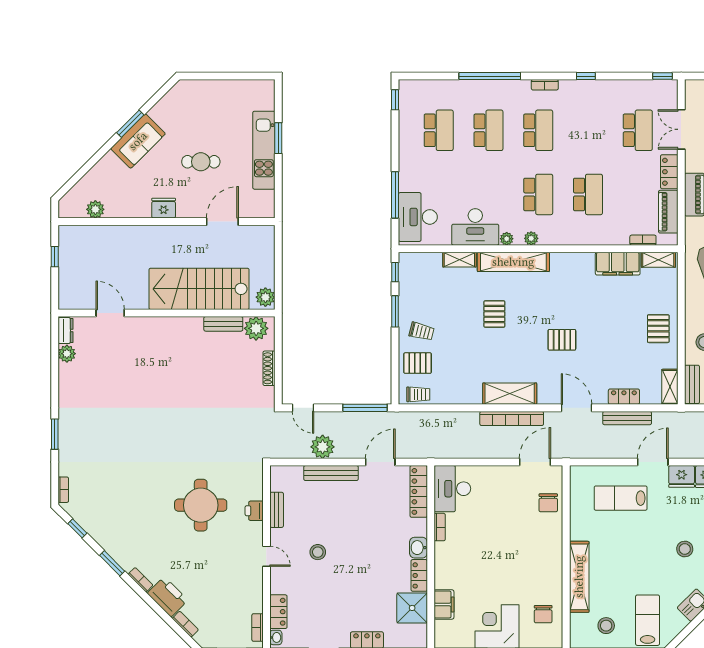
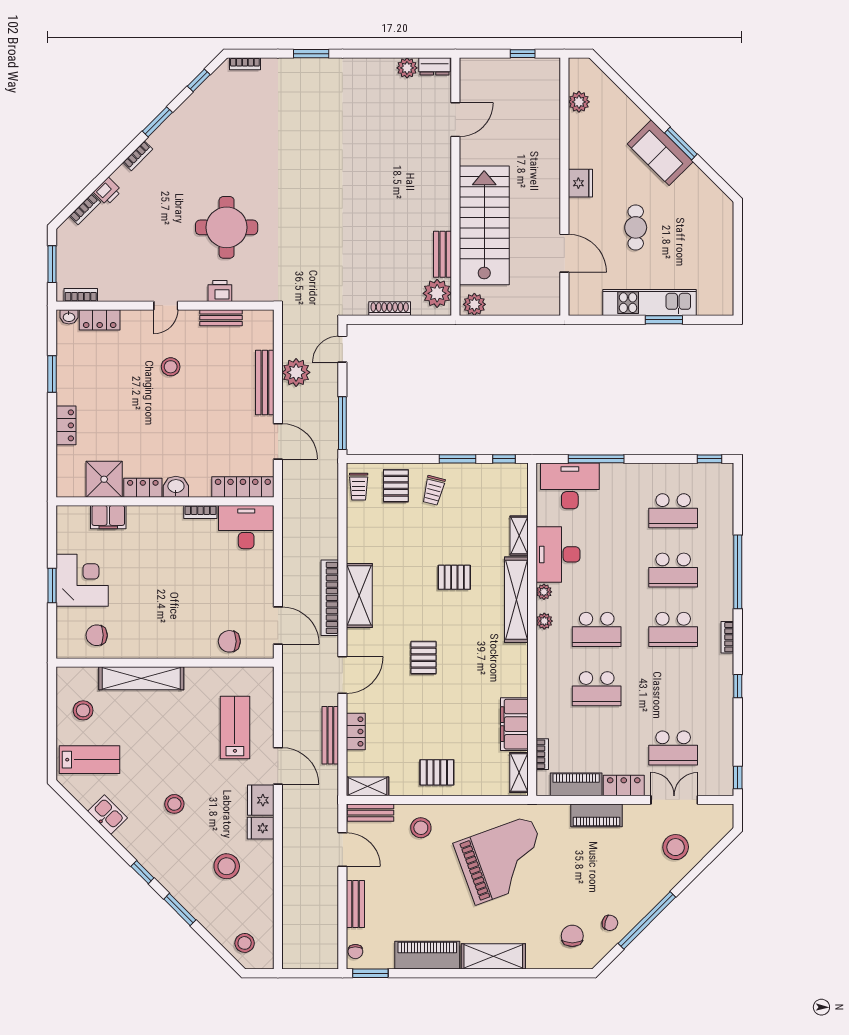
printer: (168, 597) -> (108, 191), width x0.53, depth x0.68

